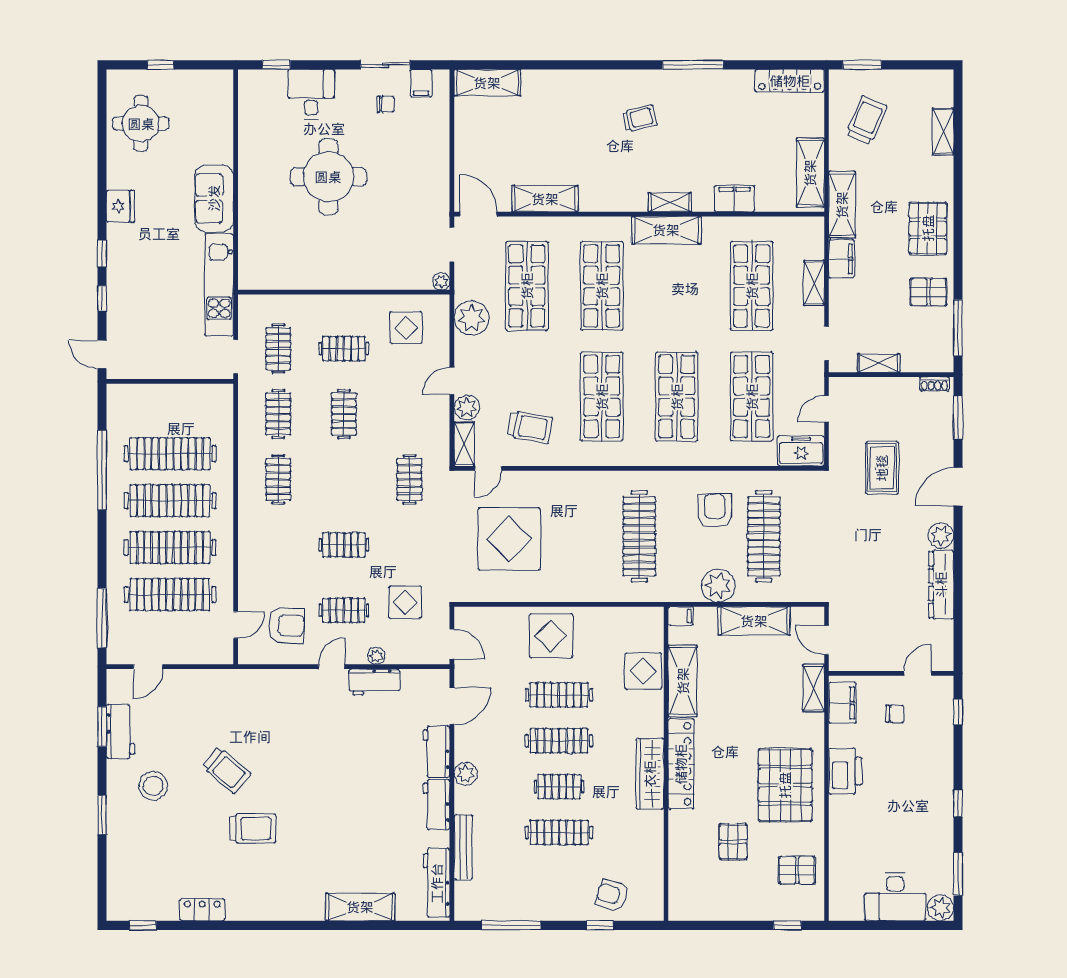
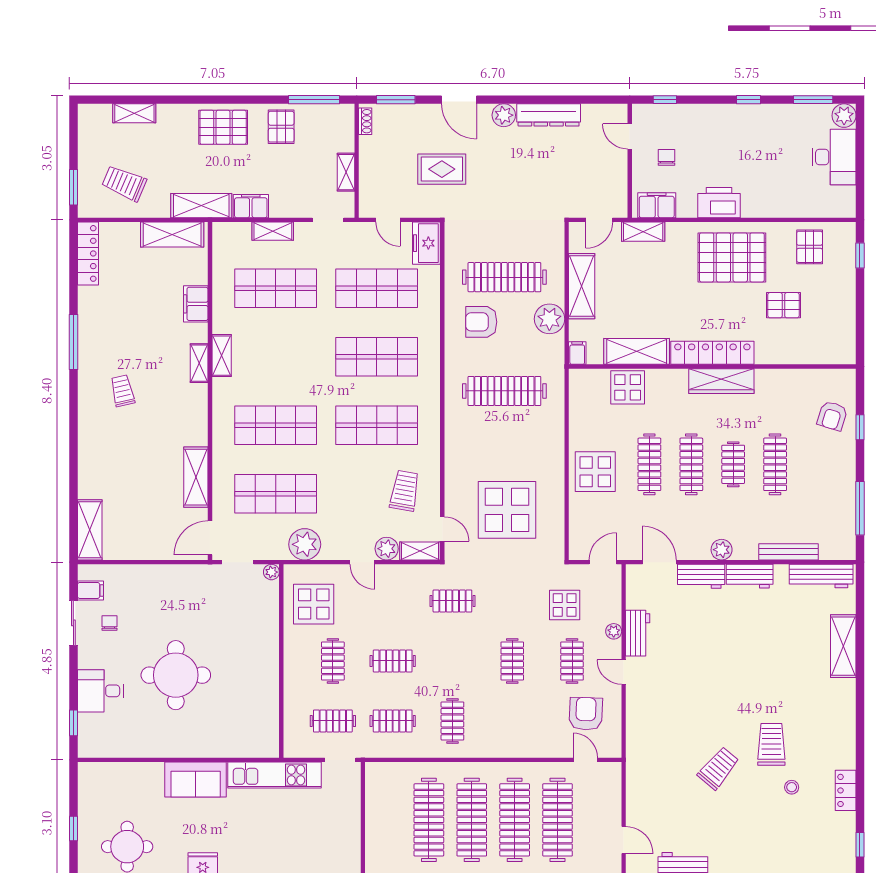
shelving: (666, 230) -> (222, 356), width x0.67, depth x0.75
display table: (406, 328) -> (314, 604), width x1.36, depth x1.36
clothes rail: (278, 479) -> (452, 721), turned 90
stool: (153, 786) -> (792, 787), moved, width x0.53, depth x0.53

